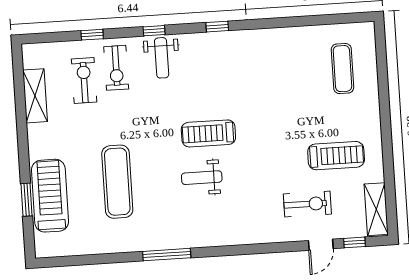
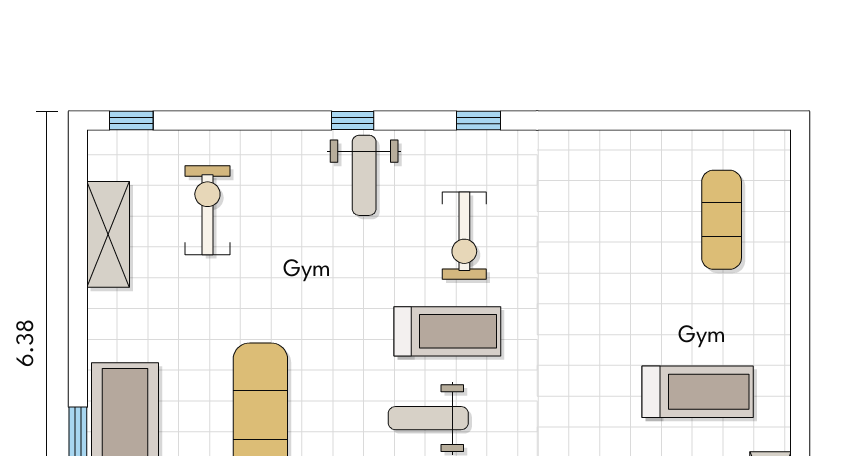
window: (92, 35) -> (131, 120), moved
exercise bike: (116, 68) -> (464, 236), moved
treadmill: (208, 133) -> (447, 331), turned 180

